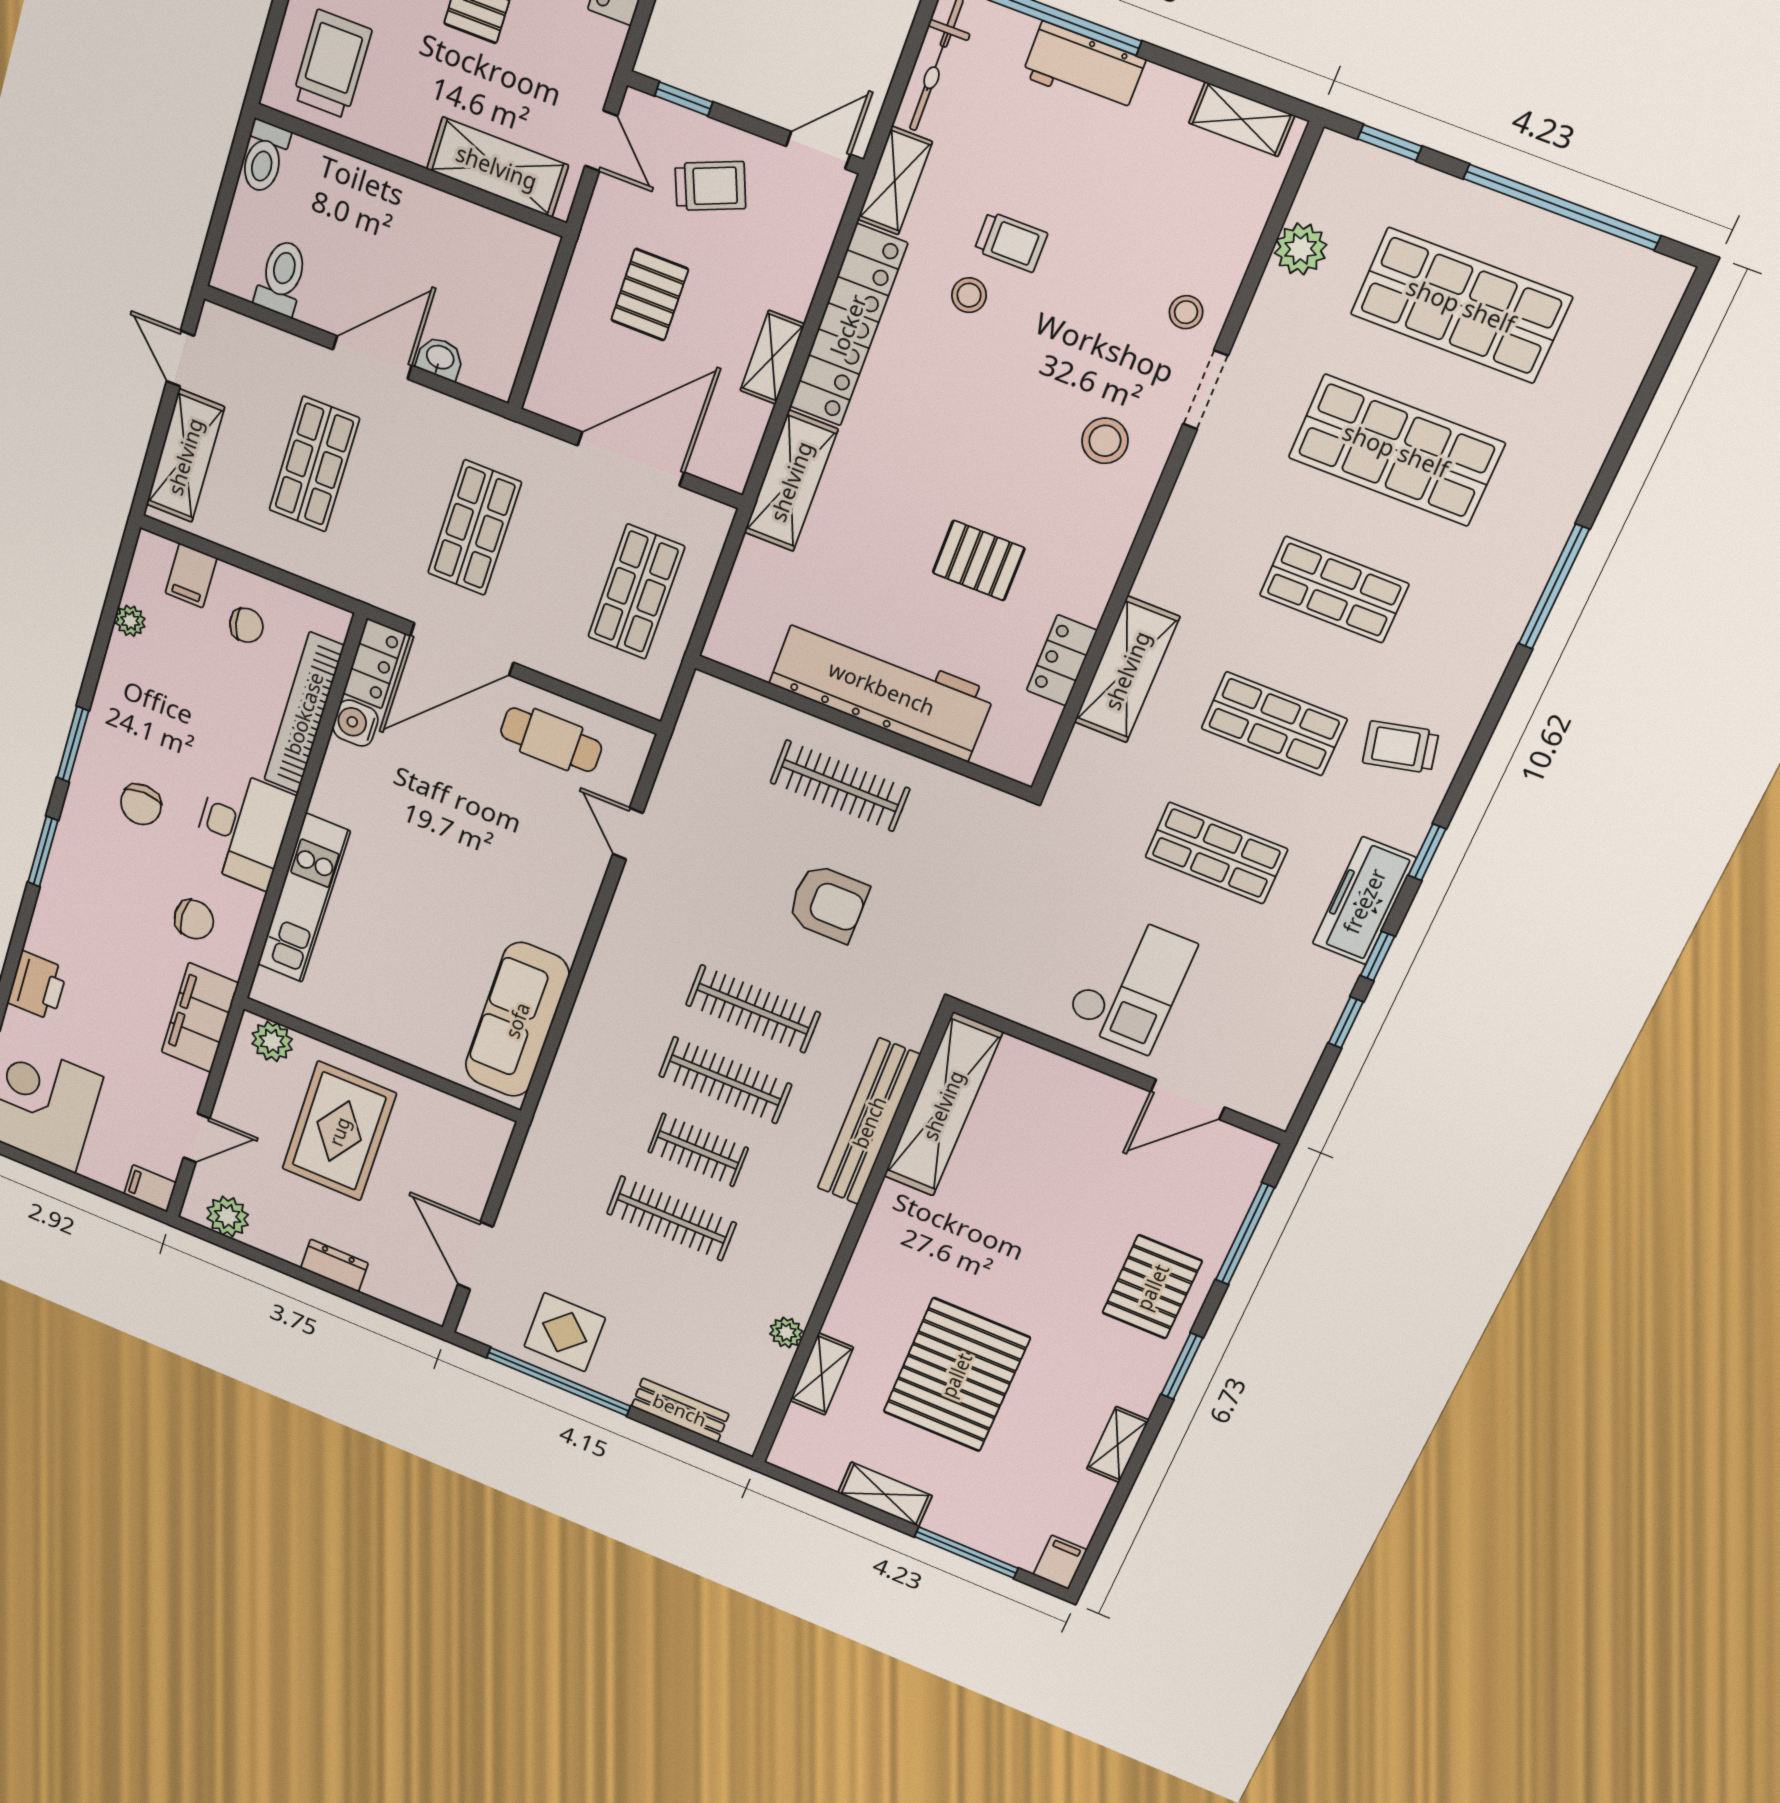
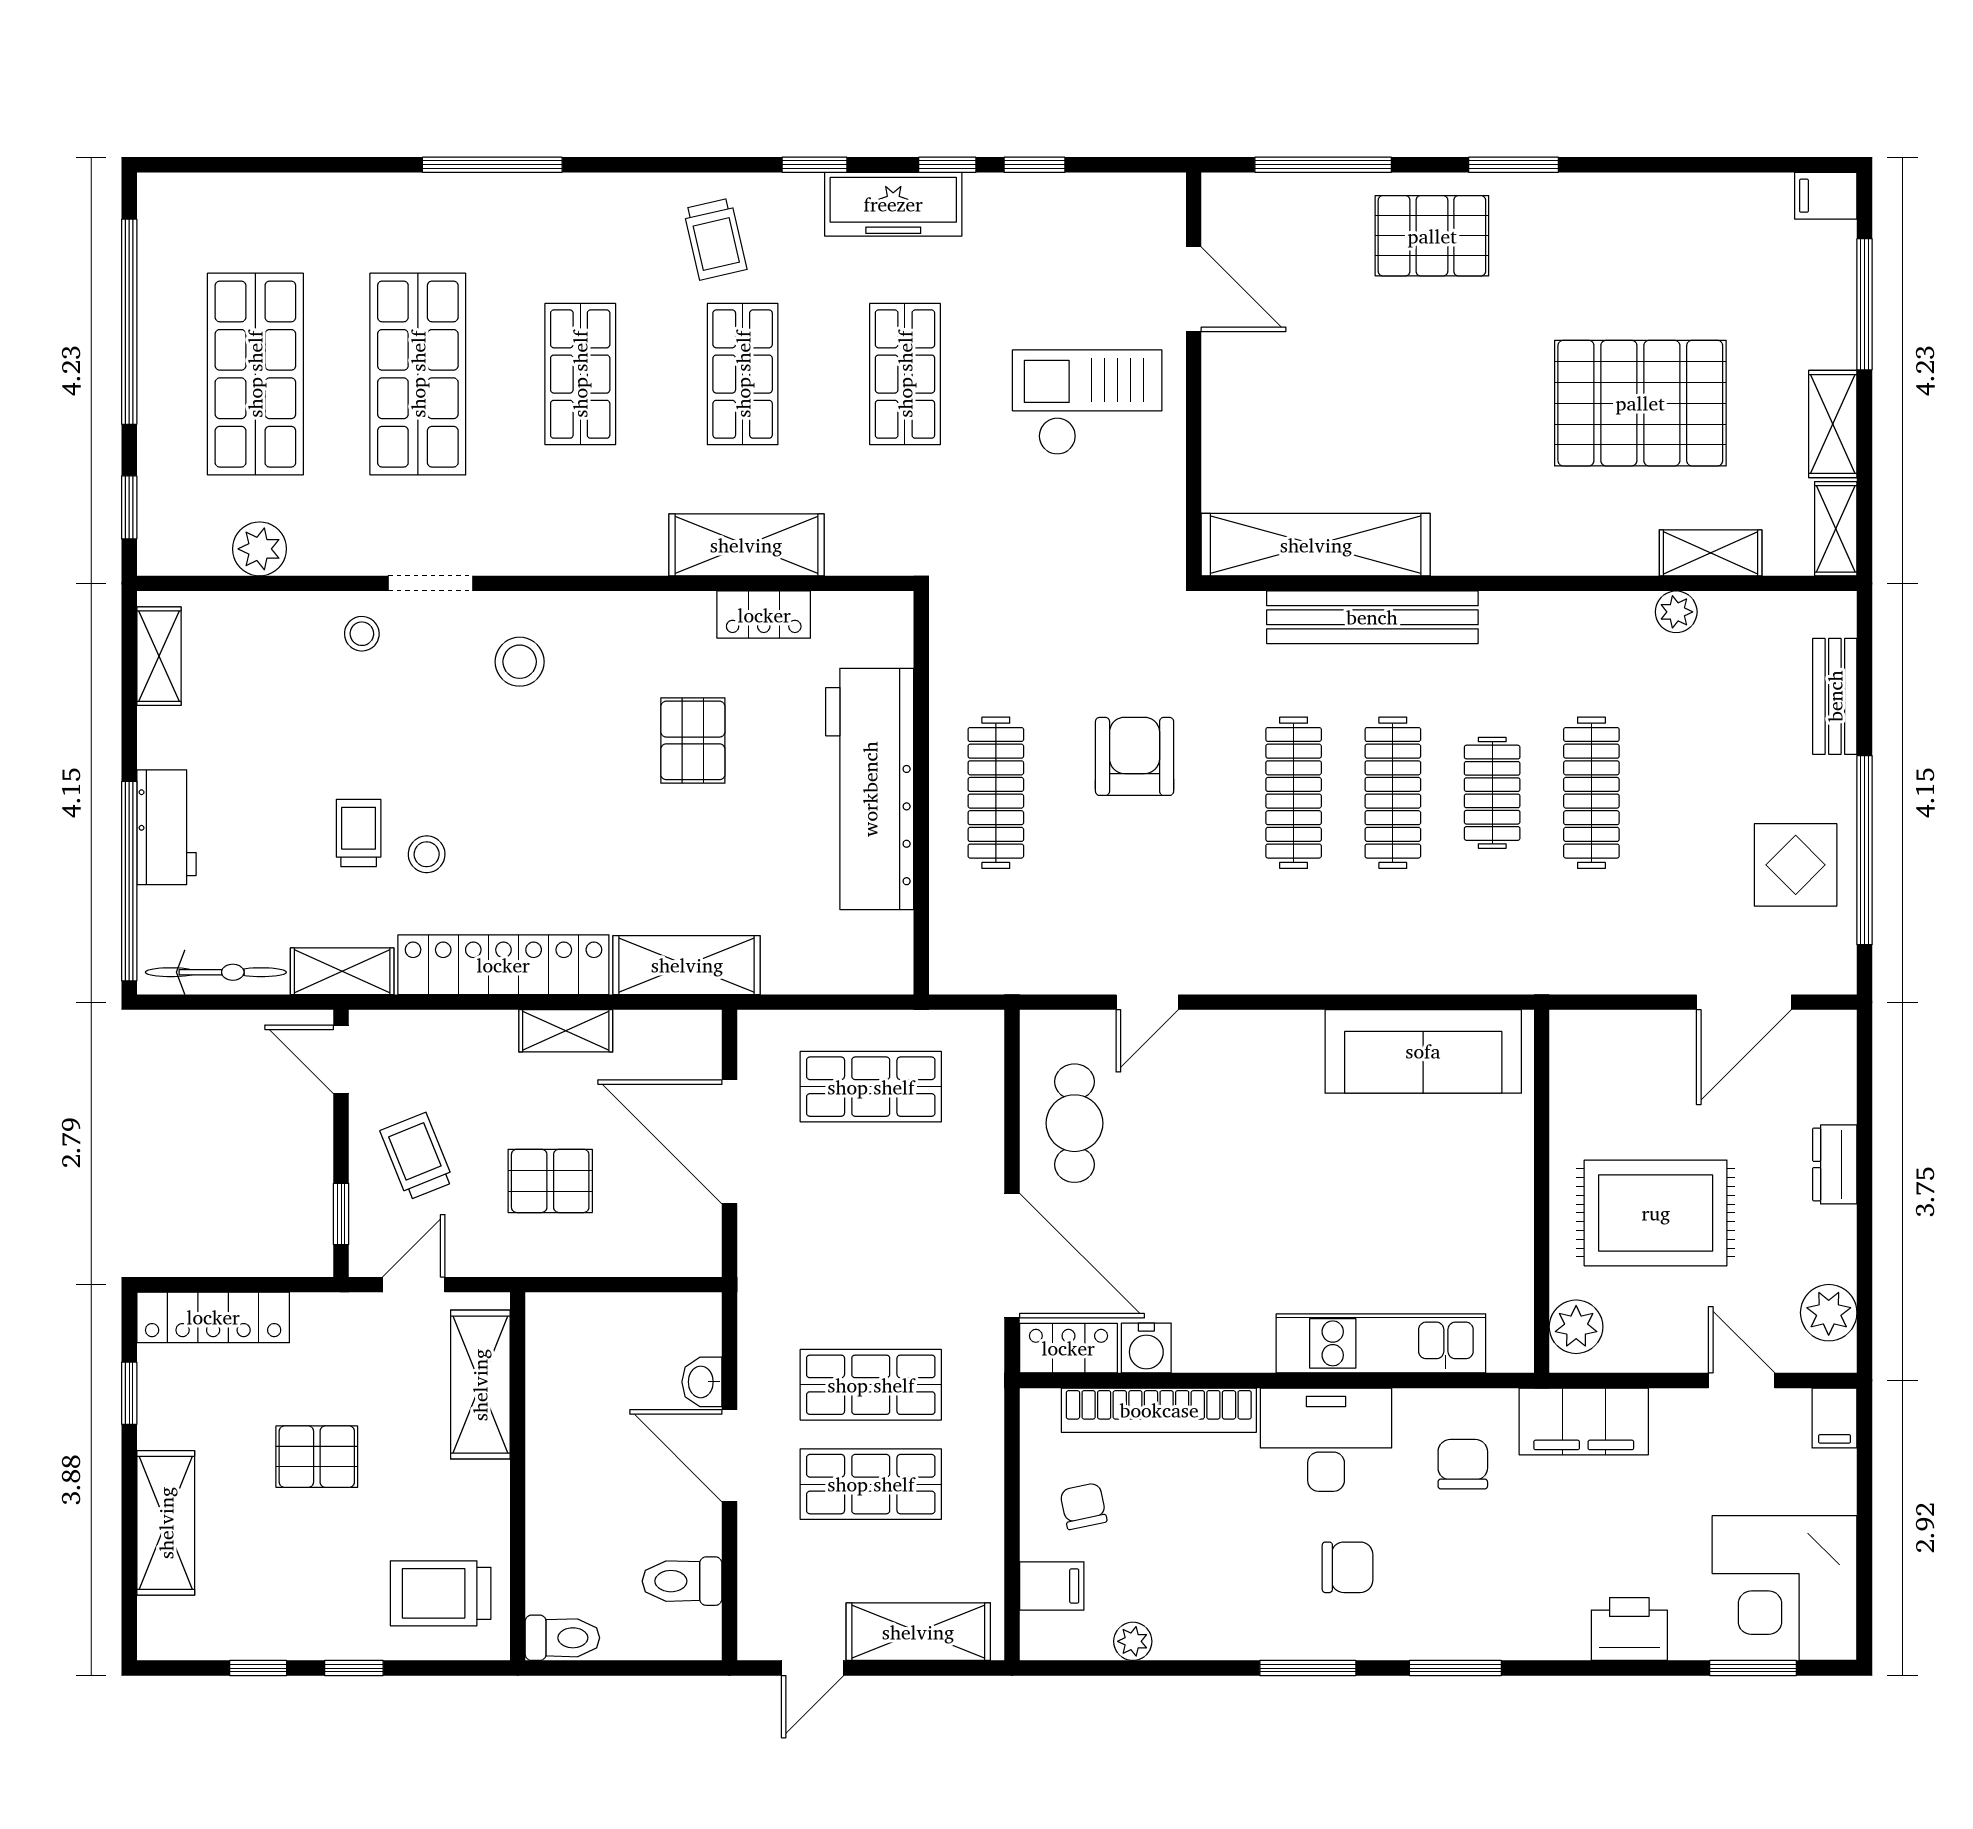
shop shelf: (474, 528) -> (871, 1385), moved
shelving: (1118, 1445) -> (1836, 529), moved, turned 90

